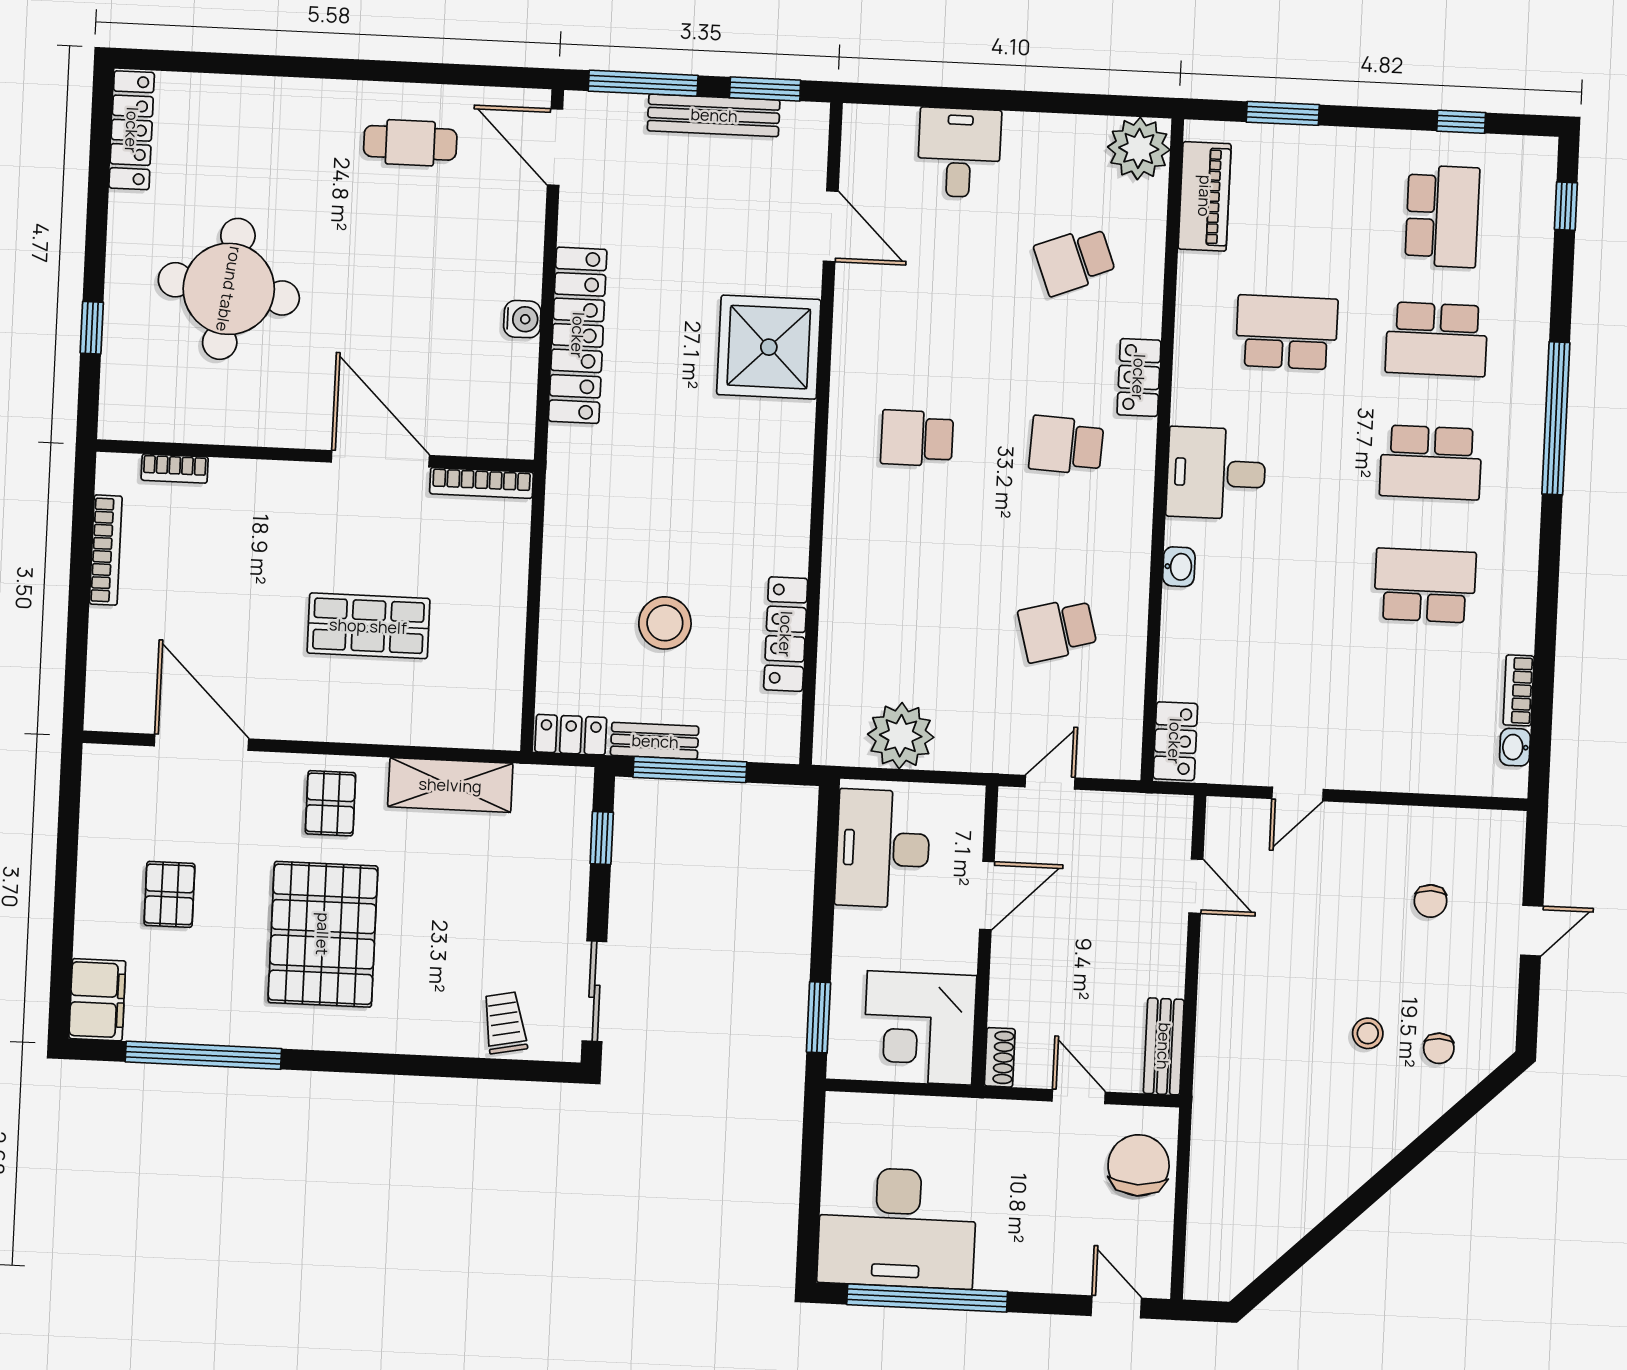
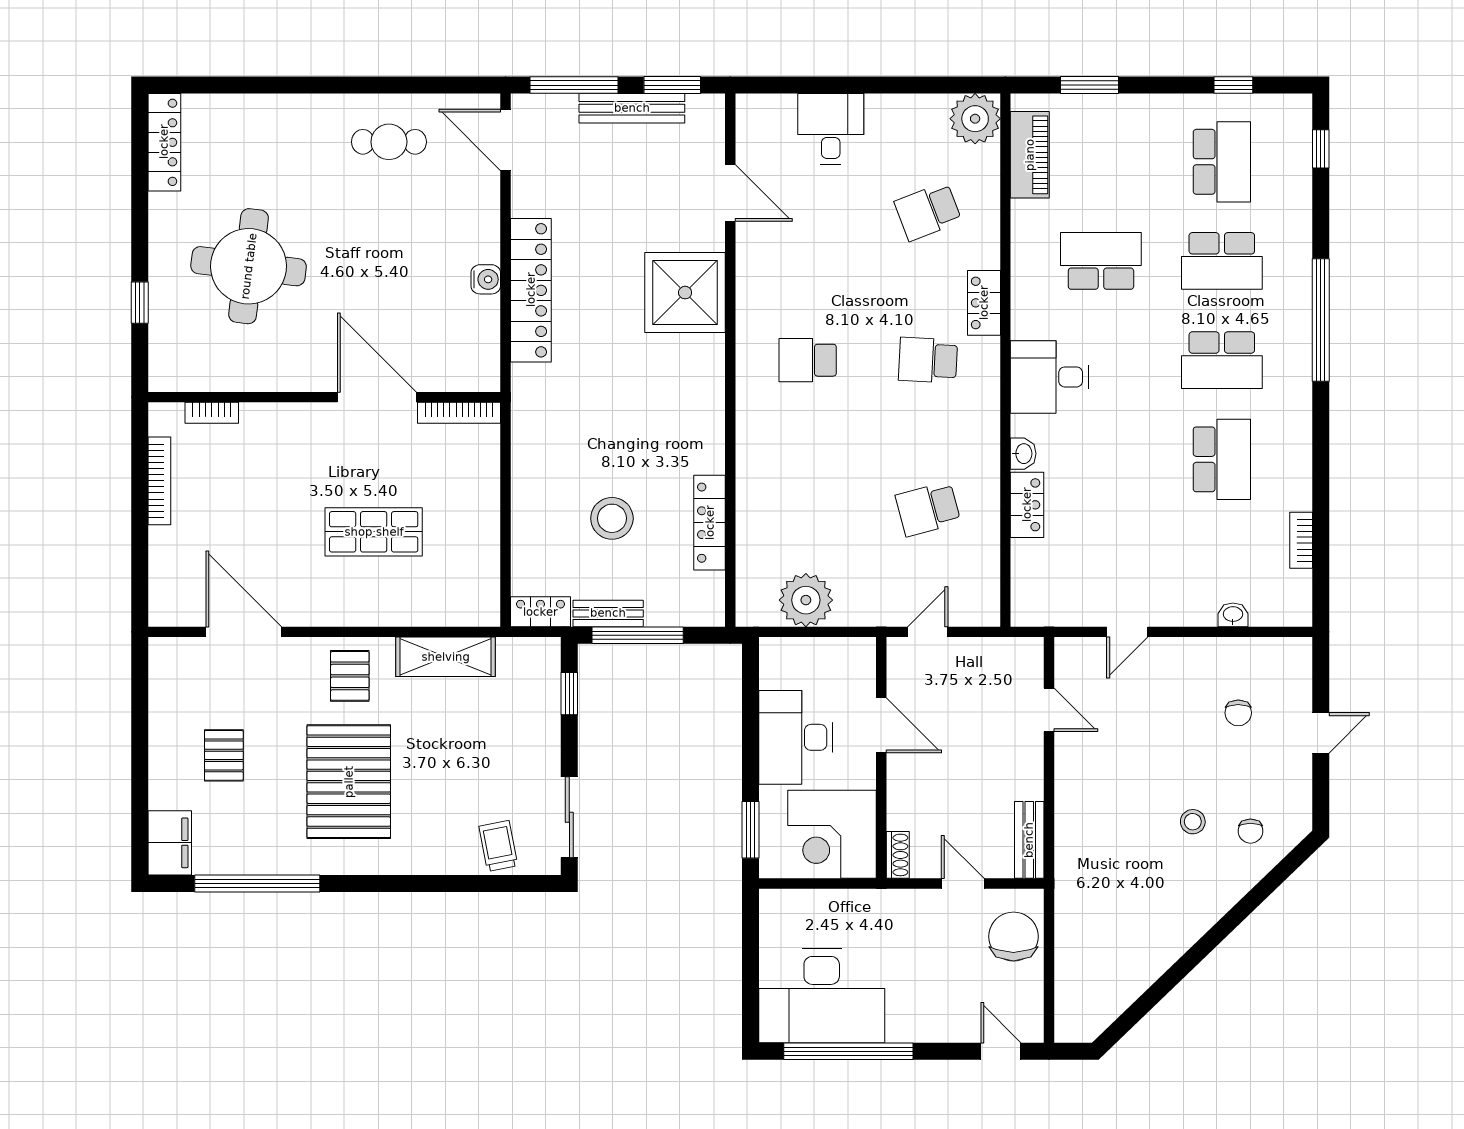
school desk: (1425, 585) -> (1222, 459), turned 90
locker: (1175, 741) -> (1027, 505), moved
washbasin: (1515, 747) -> (1233, 615), moved, turned 90
desk: (883, 849) -> (796, 737), moved
door: (987, 895) -> (881, 725), hinge flipped

